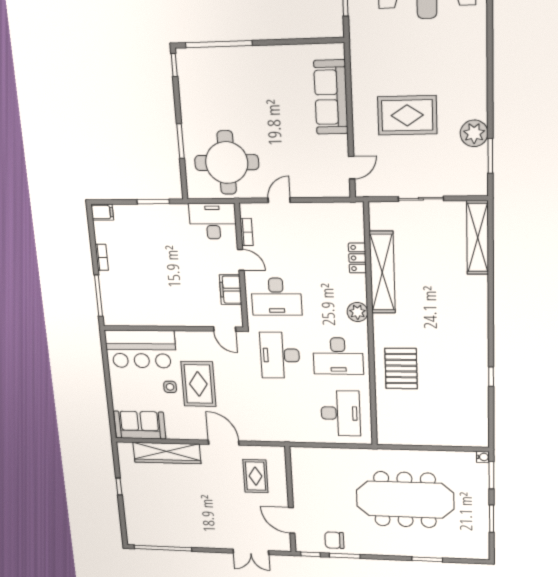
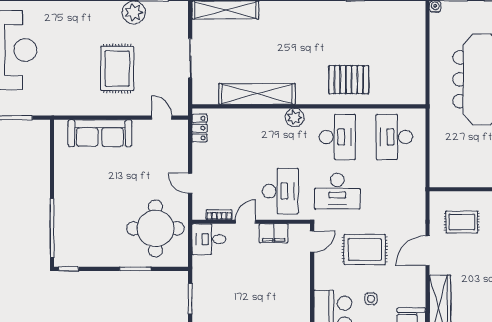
desk: (213, 221) -> (209, 239), width x0.73
locker: (357, 258) -> (200, 128), moved, turned -90
rug: (198, 384) -> (365, 250), moved
desk: (341, 413) -> (394, 137), turned -90

